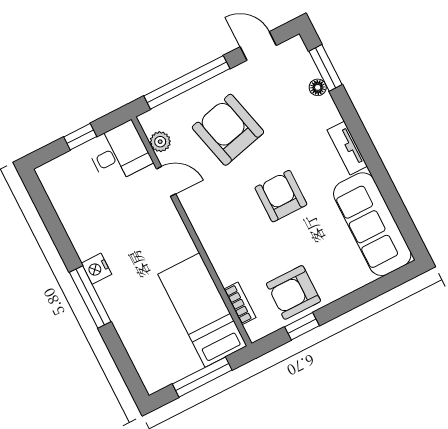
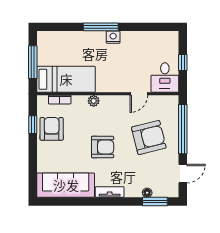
plant: (160, 142) -> (94, 101), moved

